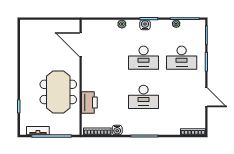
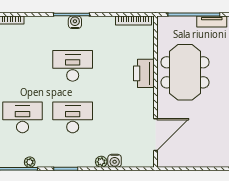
water cooler: (145, 25) -> (115, 161), moved
door: (81, 45) -> (155, 135), hinge flipped
printer: (89, 103) -> (144, 73), moved
water cooler: (117, 130) -> (75, 22), moved

